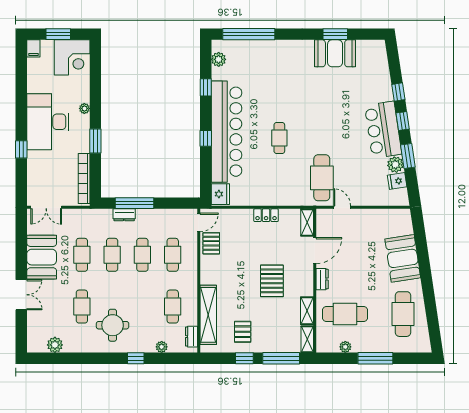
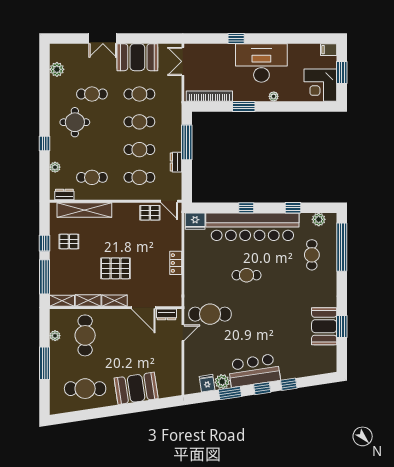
cafe table: (257, 67) -> (312, 255), added
dresser: (124, 215) -> (176, 162), moved
shelving: (307, 222) -> (115, 301), moved
dresser: (322, 279) -> (167, 314), moved

